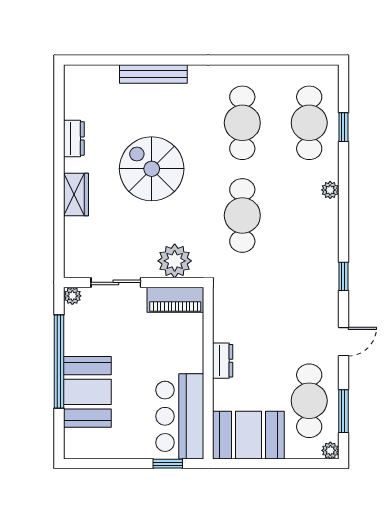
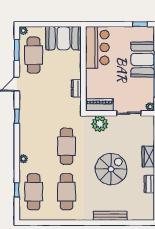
spiral stairs: (152, 169) -> (111, 169), turned -90
dresser: (223, 361) -> (76, 88), moved
window: (168, 464) -> (140, 24), moved

